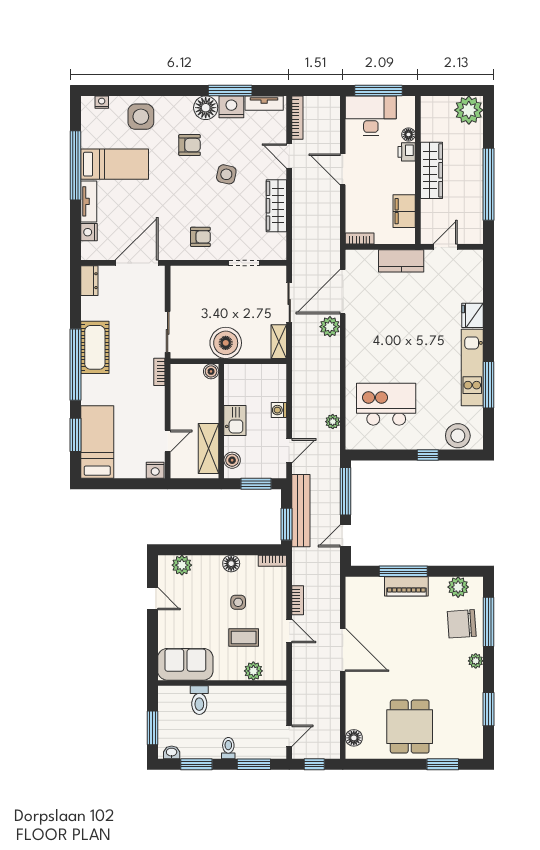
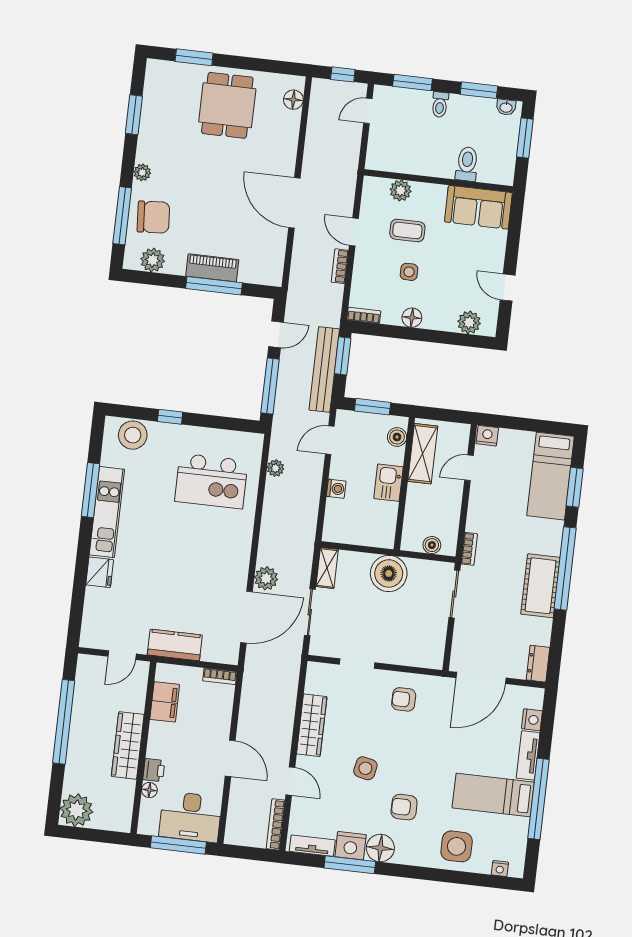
boiler: (211, 371) -> (432, 545), moved

